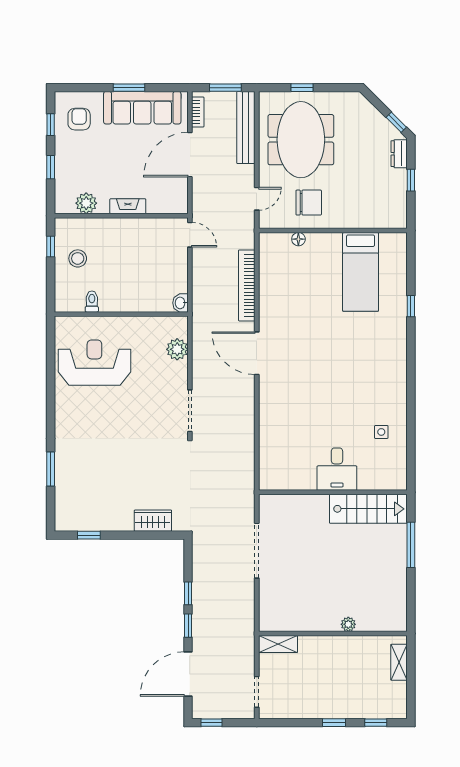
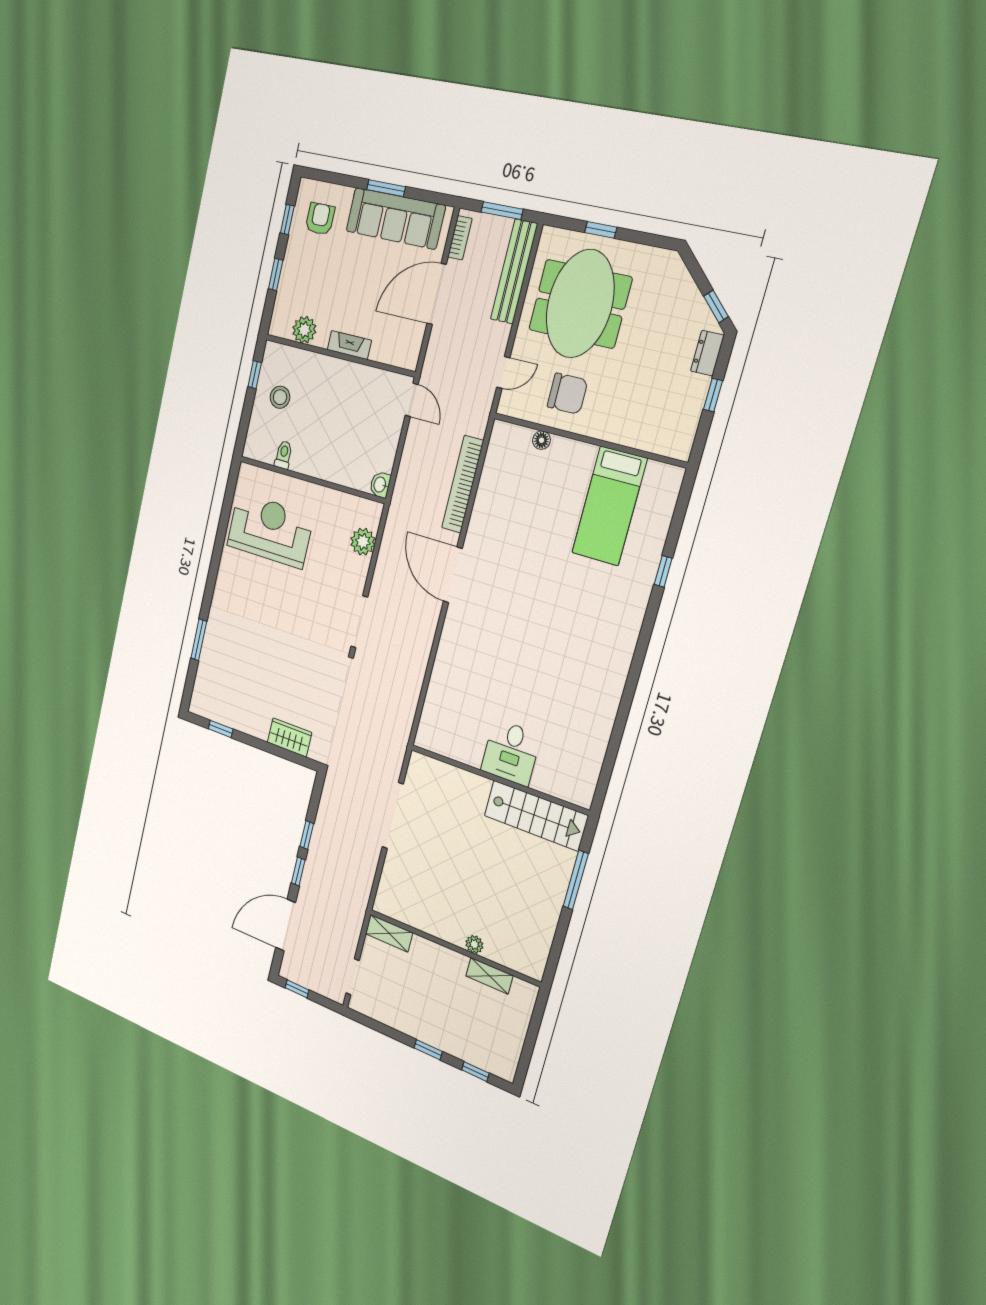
side table: (381, 432) -> (578, 725), removed
shelving: (399, 662) -> (489, 976), moved, turned 90

